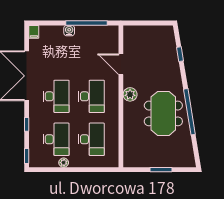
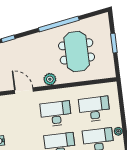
door: (121, 64) -> (24, 91), swing flipped
meeting table: (163, 113) -> (77, 51), moved, turned 90

